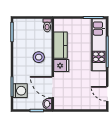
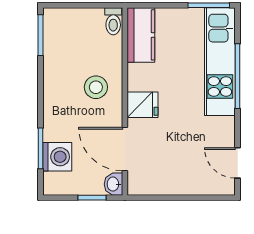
kitchen counter: (60, 45) -> (141, 35), moved

